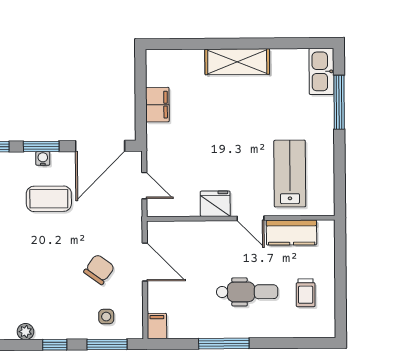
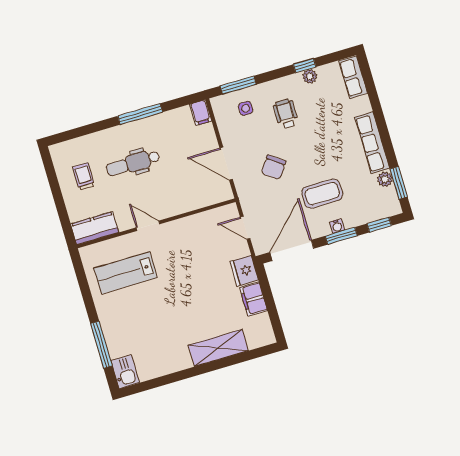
shelving: (237, 62) -> (218, 348), moved
kitchen sink: (322, 71) -> (125, 372), width x0.73
lab bench: (290, 174) -> (126, 273), turned 90
fridge: (215, 204) -> (244, 271), moved, turned 90
kitchen counter: (291, 233) -> (95, 228), moved
chair: (99, 269) -> (274, 167), moved
wheelchair: (64, 298) -> (286, 114), added
window: (55, 345) -> (305, 66), moved

